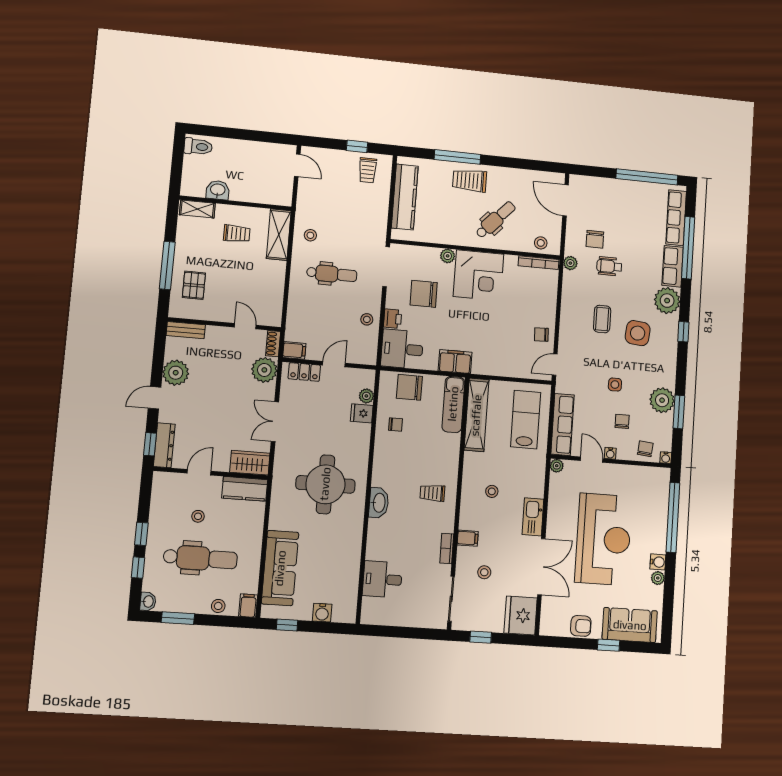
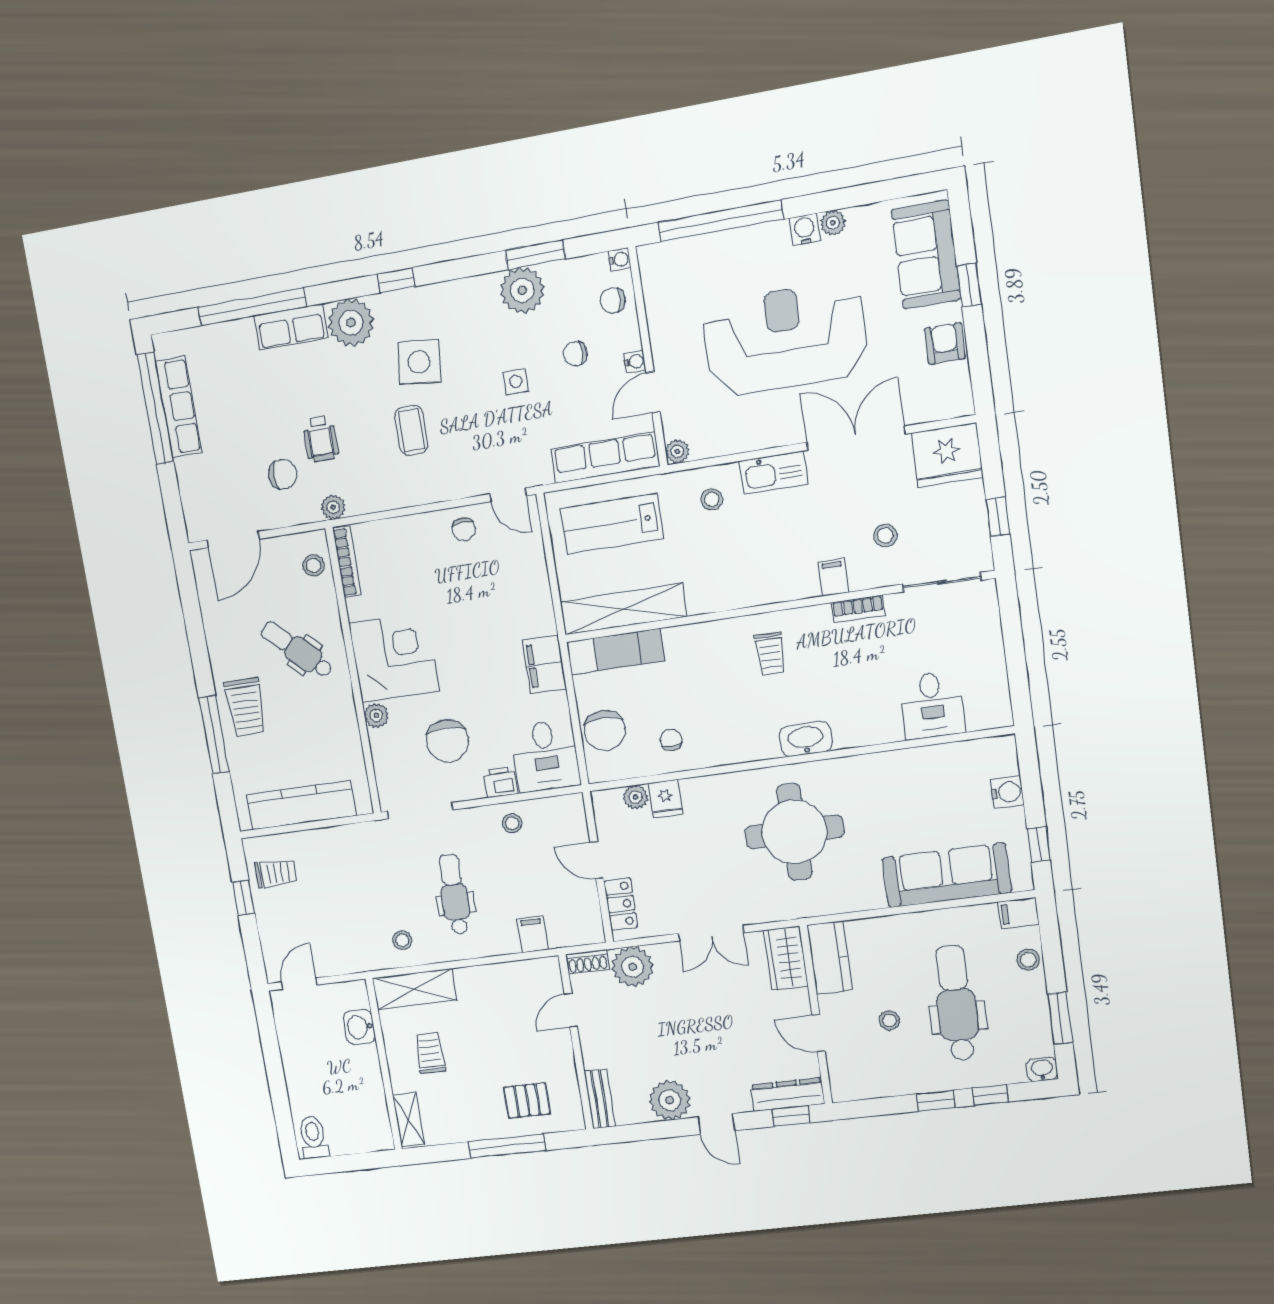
washbasin: (218, 190) -> (359, 1027), moved
row of seats: (676, 218) -> (179, 407), moved, turned -90
coffee table: (602, 319) -> (411, 430), turned 90
filing cabinet: (294, 350) -> (533, 934), moved
stool: (492, 491) -> (712, 499), moved

